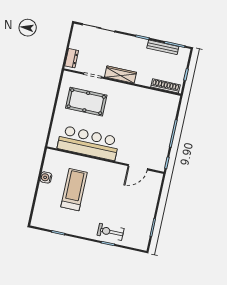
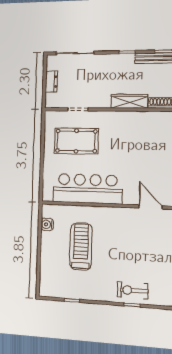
dresser: (72, 58) -> (51, 82), moved
wardrobe: (121, 75) -> (129, 101), moved
door: (138, 167) -> (151, 207), swing flipped
water cooler: (46, 177) -> (47, 224), moved

